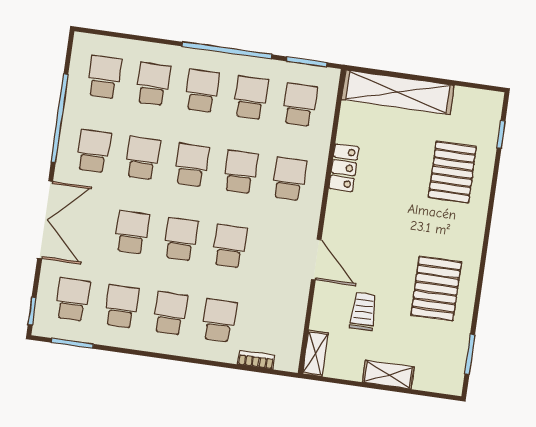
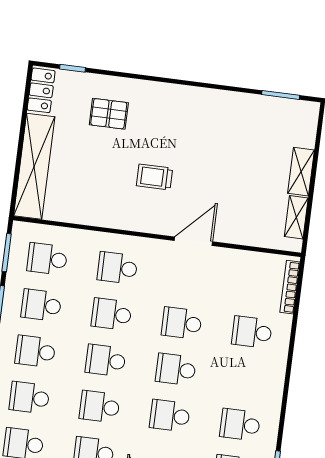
locker: (344, 168) -> (41, 90), moved, turned 90
pallet: (452, 172) -> (109, 114), width x0.67, depth x0.71
pallet: (436, 289) -> (219, 128), removed
trolley: (363, 312) -> (155, 177), moved
school desk: (170, 313) -> (246, 378), removed
shelving: (315, 353) -> (296, 217), moved, turned 90
bookcase: (256, 360) -> (290, 287), width x1.56

